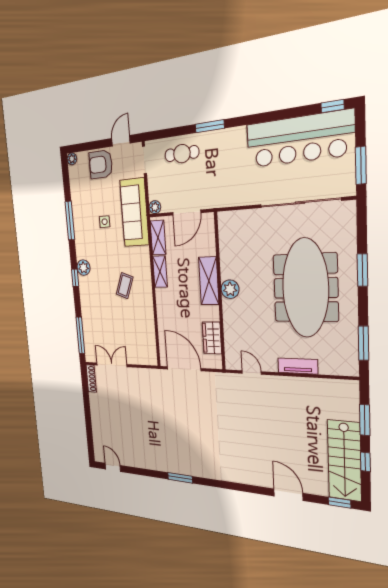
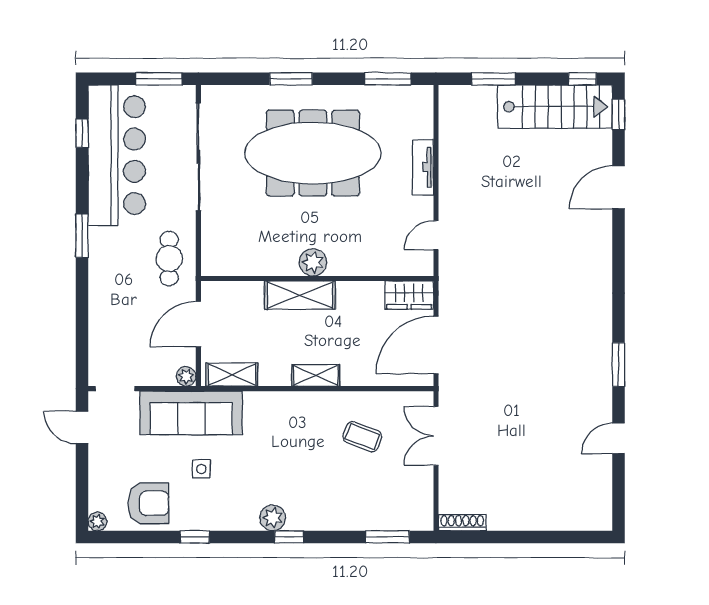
window: (332, 106) -> (82, 133), moved
window: (210, 126) -> (82, 236), moved
cafe table: (182, 154) -> (169, 259), moved
armchair: (101, 164) -> (148, 503), moved, turned -90
door: (187, 213) -> (198, 324), swing flipped
window: (70, 221) -> (195, 537), width x0.46
shelving: (160, 272) -> (316, 375), moved
coffee table: (125, 286) -> (362, 437), moved
window: (80, 335) -> (387, 537), width x0.69
wardrobe: (212, 338) -> (409, 295), moved
double door: (112, 365) -> (436, 436), moved
window: (365, 462) -> (582, 79), moved
door: (113, 467) -> (618, 438), moved

